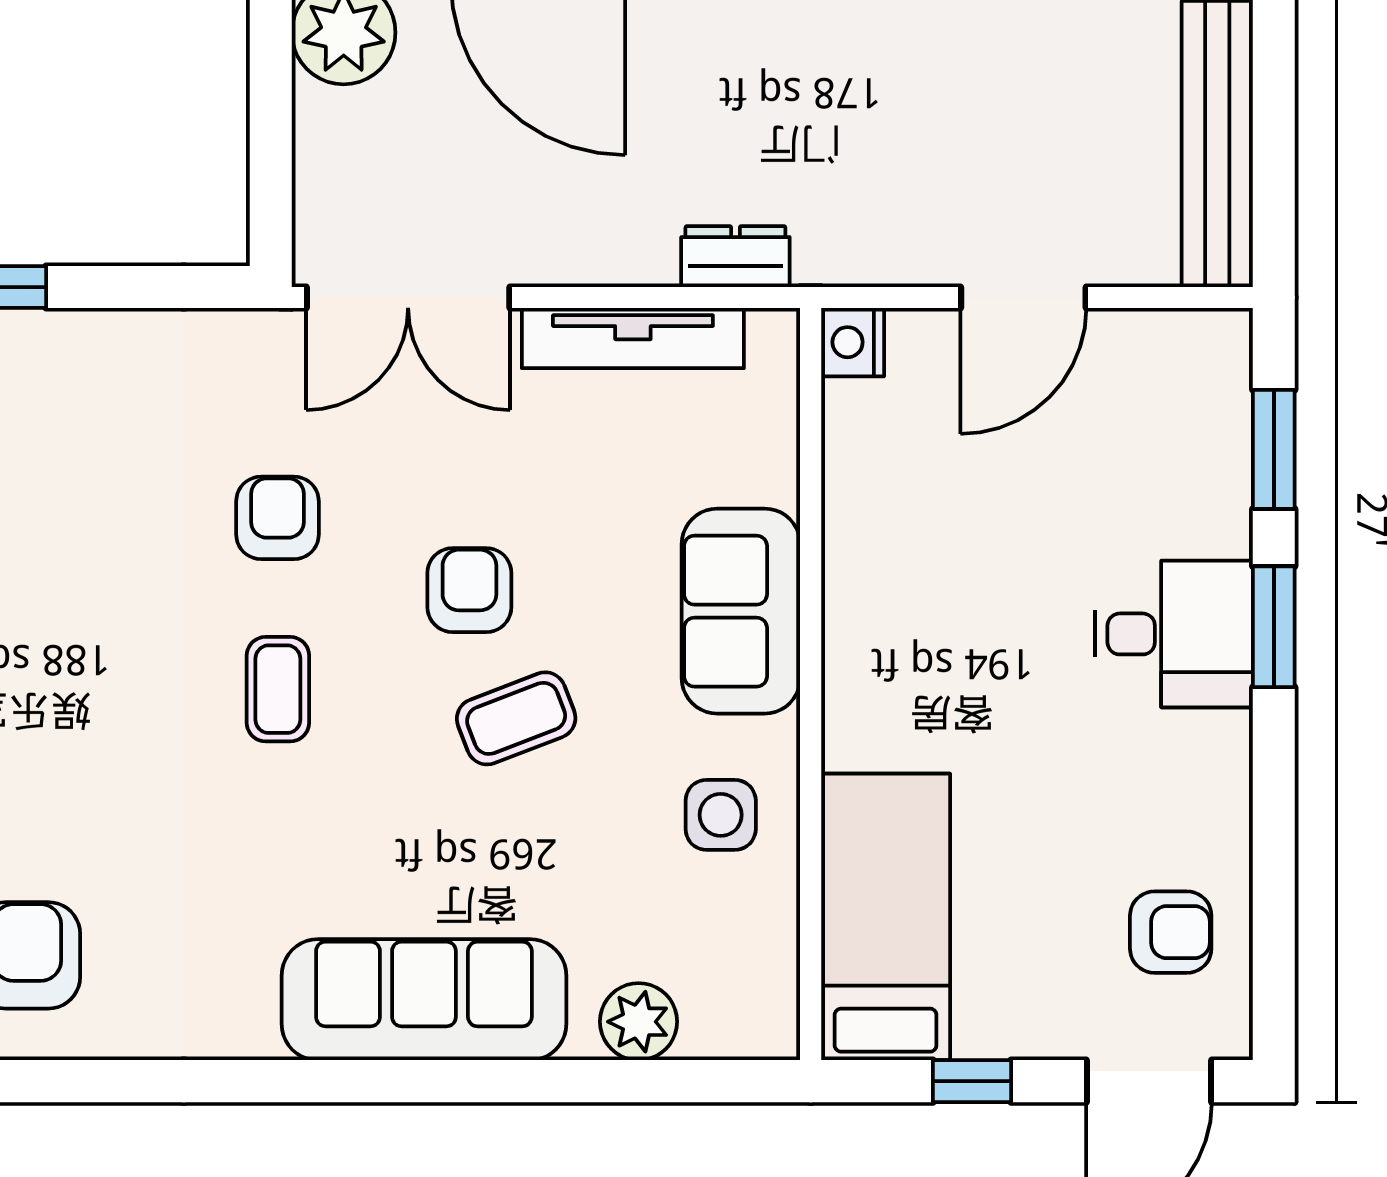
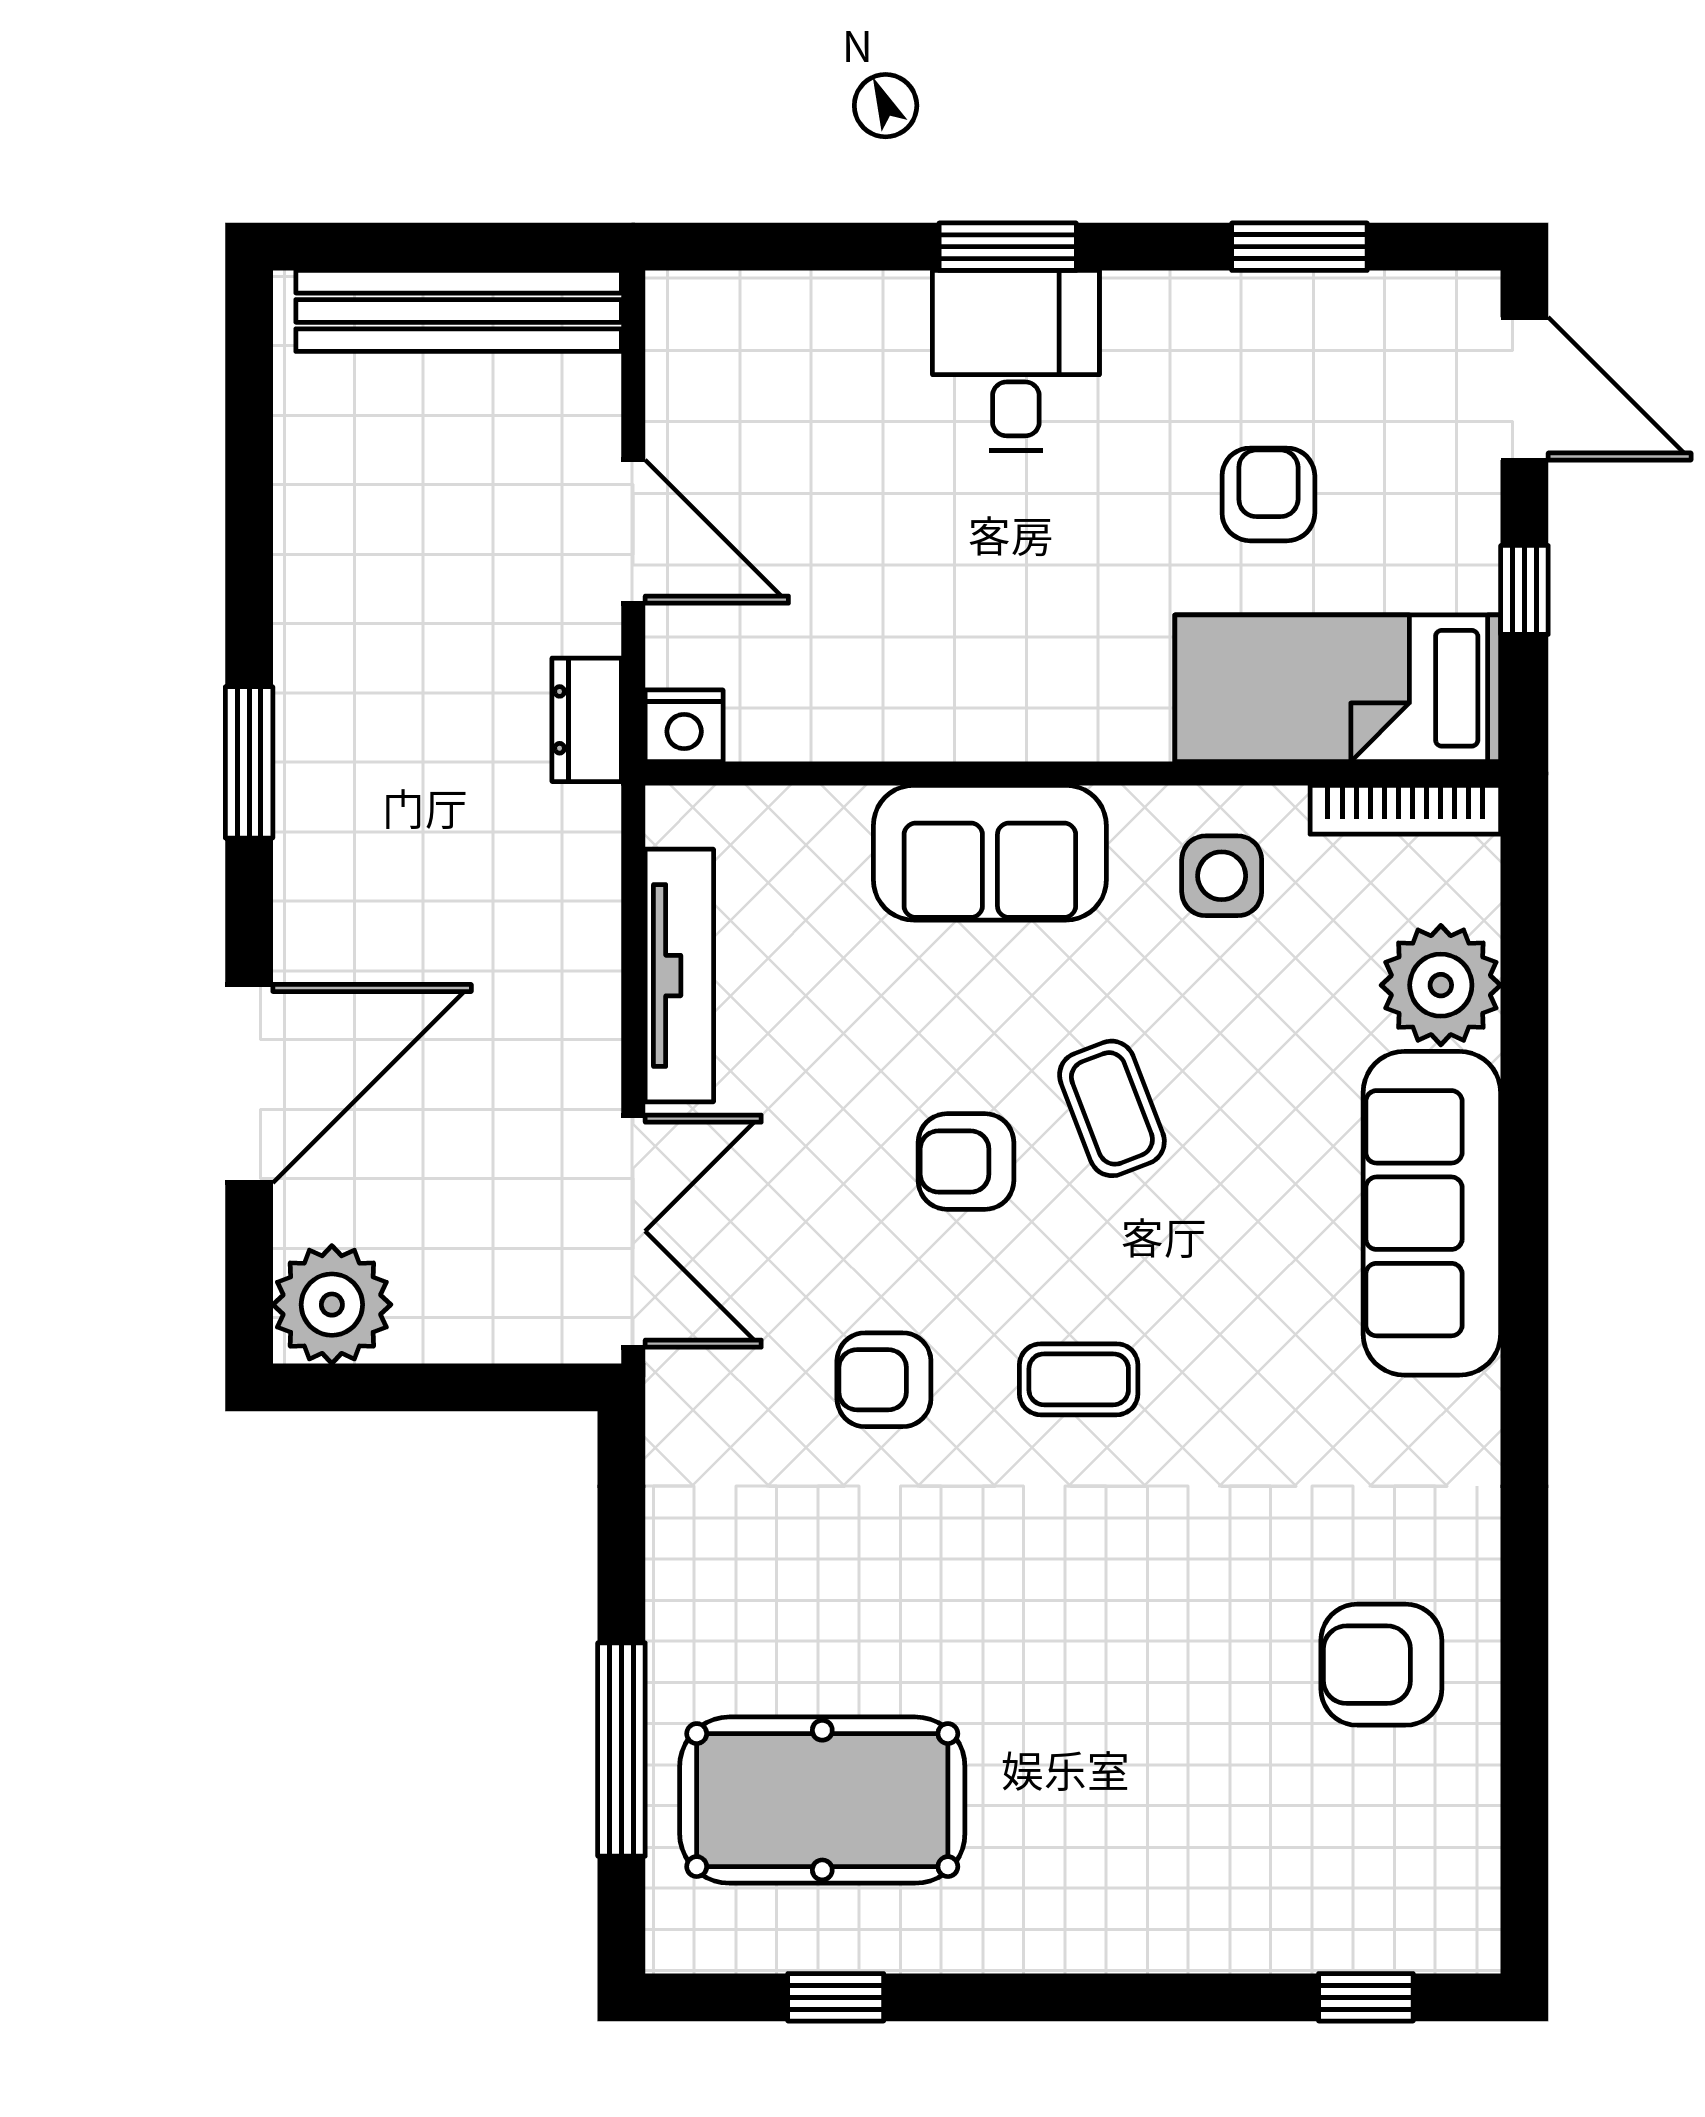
dresser: (735, 257) -> (587, 720), moved
window: (1274, 449) -> (1299, 247), moved
armchair: (1171, 932) -> (1268, 494), moved
bookcase: (779, 976) -> (1405, 810), added
plant: (639, 1022) -> (1441, 985), width x1.36, depth x1.36

